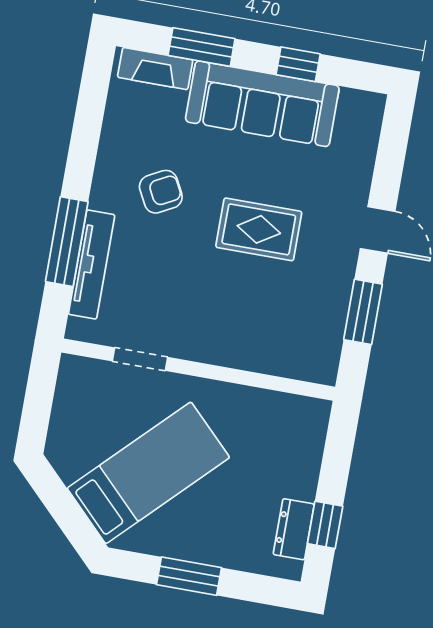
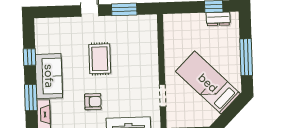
sofa: (262, 104) -> (49, 76), width x0.73
armchair: (161, 192) -> (93, 102), turned 118
window: (189, 576) -> (246, 57), width x1.44

